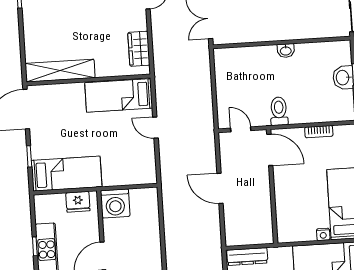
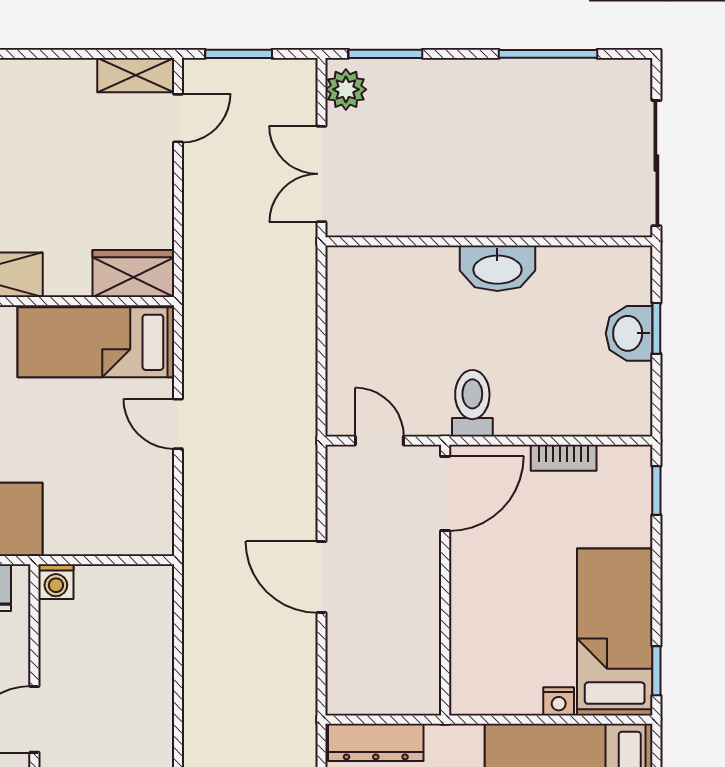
wardrobe: (139, 49) -> (133, 274), moved, turned 90
washbasin: (286, 51) -> (497, 268), width x1.91, depth x1.45
door: (270, 150) -> (445, 494), hinge flipped
washing machine: (115, 203) -> (56, 582), width x0.53, depth x0.53

